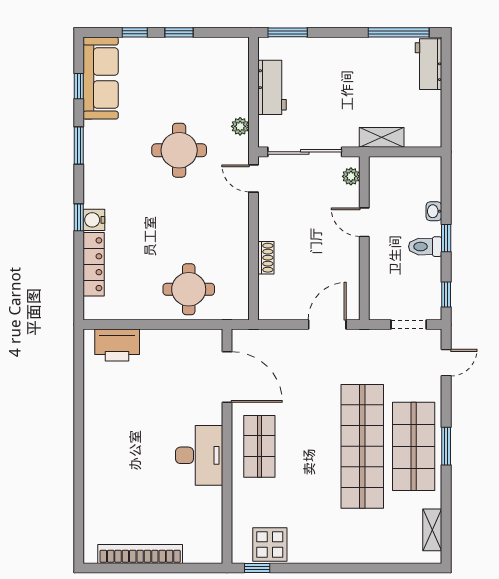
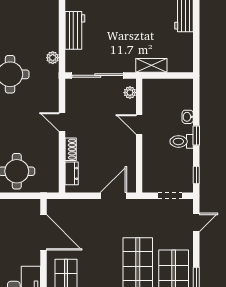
door: (254, 178) -> (62, 122), moved
dresser: (267, 292) -> (72, 173), added

